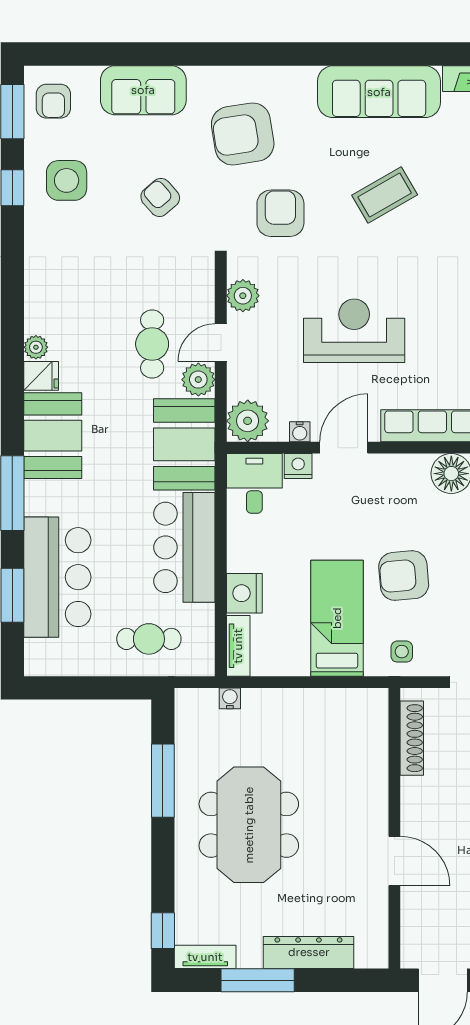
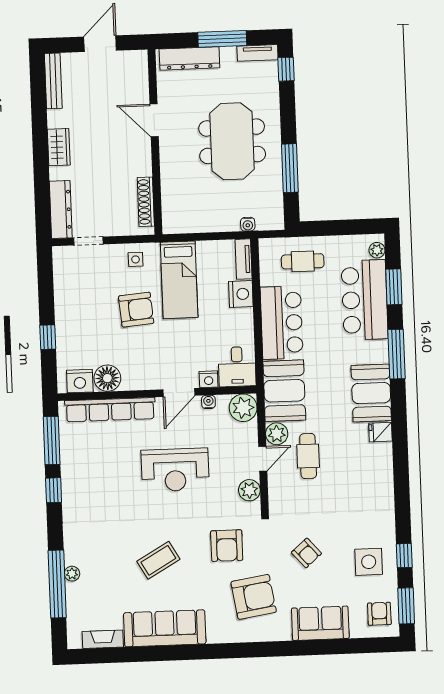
plant: (36, 347) -> (377, 250), moved
shoe rack: (412, 738) -> (146, 202), moved
wall: (394, 828) -> (155, 142), moved
door: (394, 861) -> (154, 120), moved

